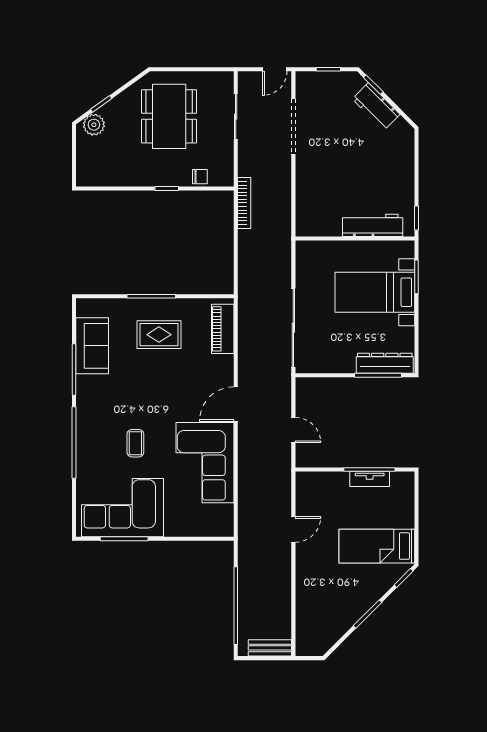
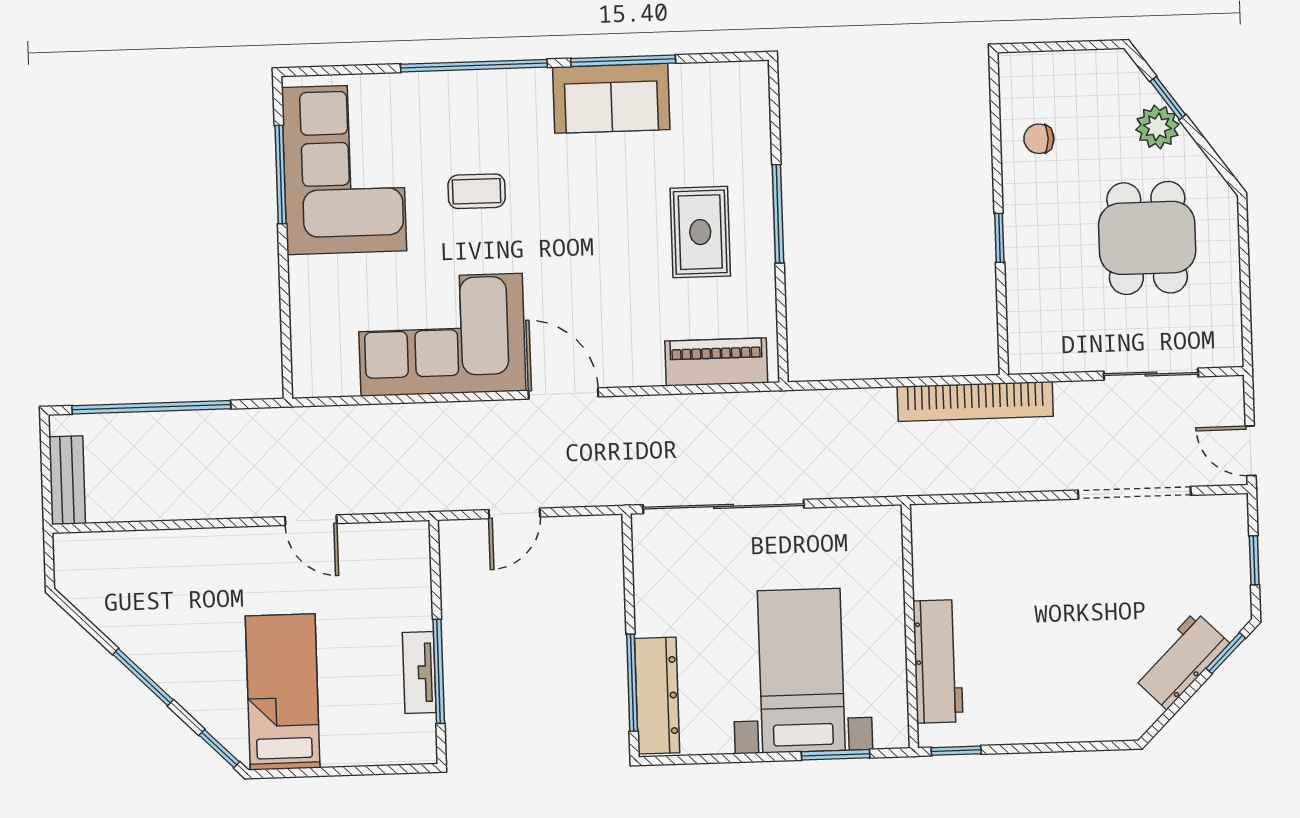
dining table: (169, 116) -> (1147, 238), width x0.73
plant: (94, 125) -> (1157, 127), moved
chair: (200, 177) -> (1039, 139), moved, turned 91
bookcase: (244, 203) -> (975, 401), width x1.48, depth x1.31
sofa: (92, 346) -> (611, 98), moved

